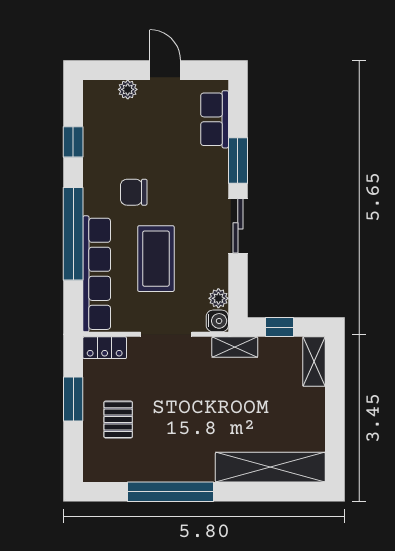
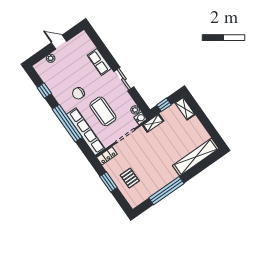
row of seats: (215, 119) -> (99, 62), moved
window: (238, 160) -> (108, 56), removed

